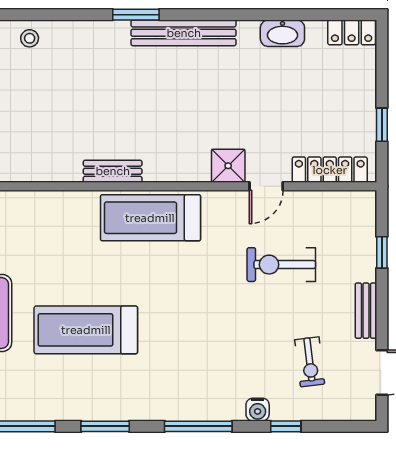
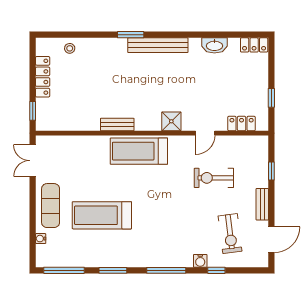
shower: (228, 166) -> (171, 121), moved
locker: (330, 170) -> (242, 124), width x0.66
exercise bike: (310, 362) -> (230, 234), width x1.38, depth x1.39

